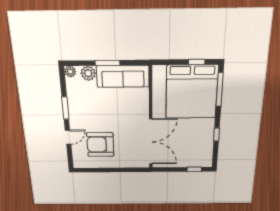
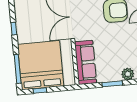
sofa: (123, 76) -> (85, 62), moved, turned 90

